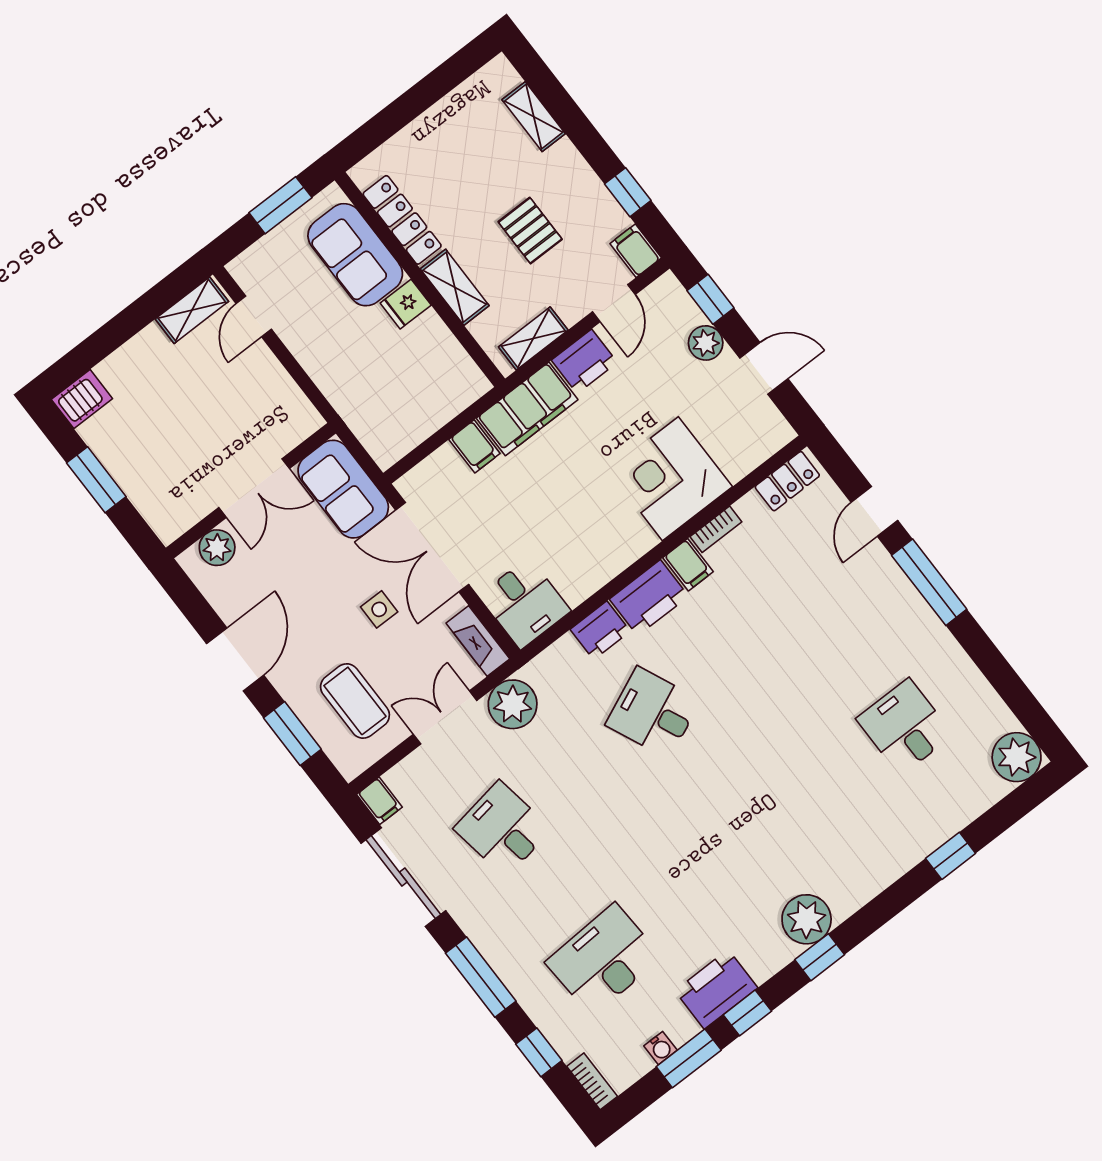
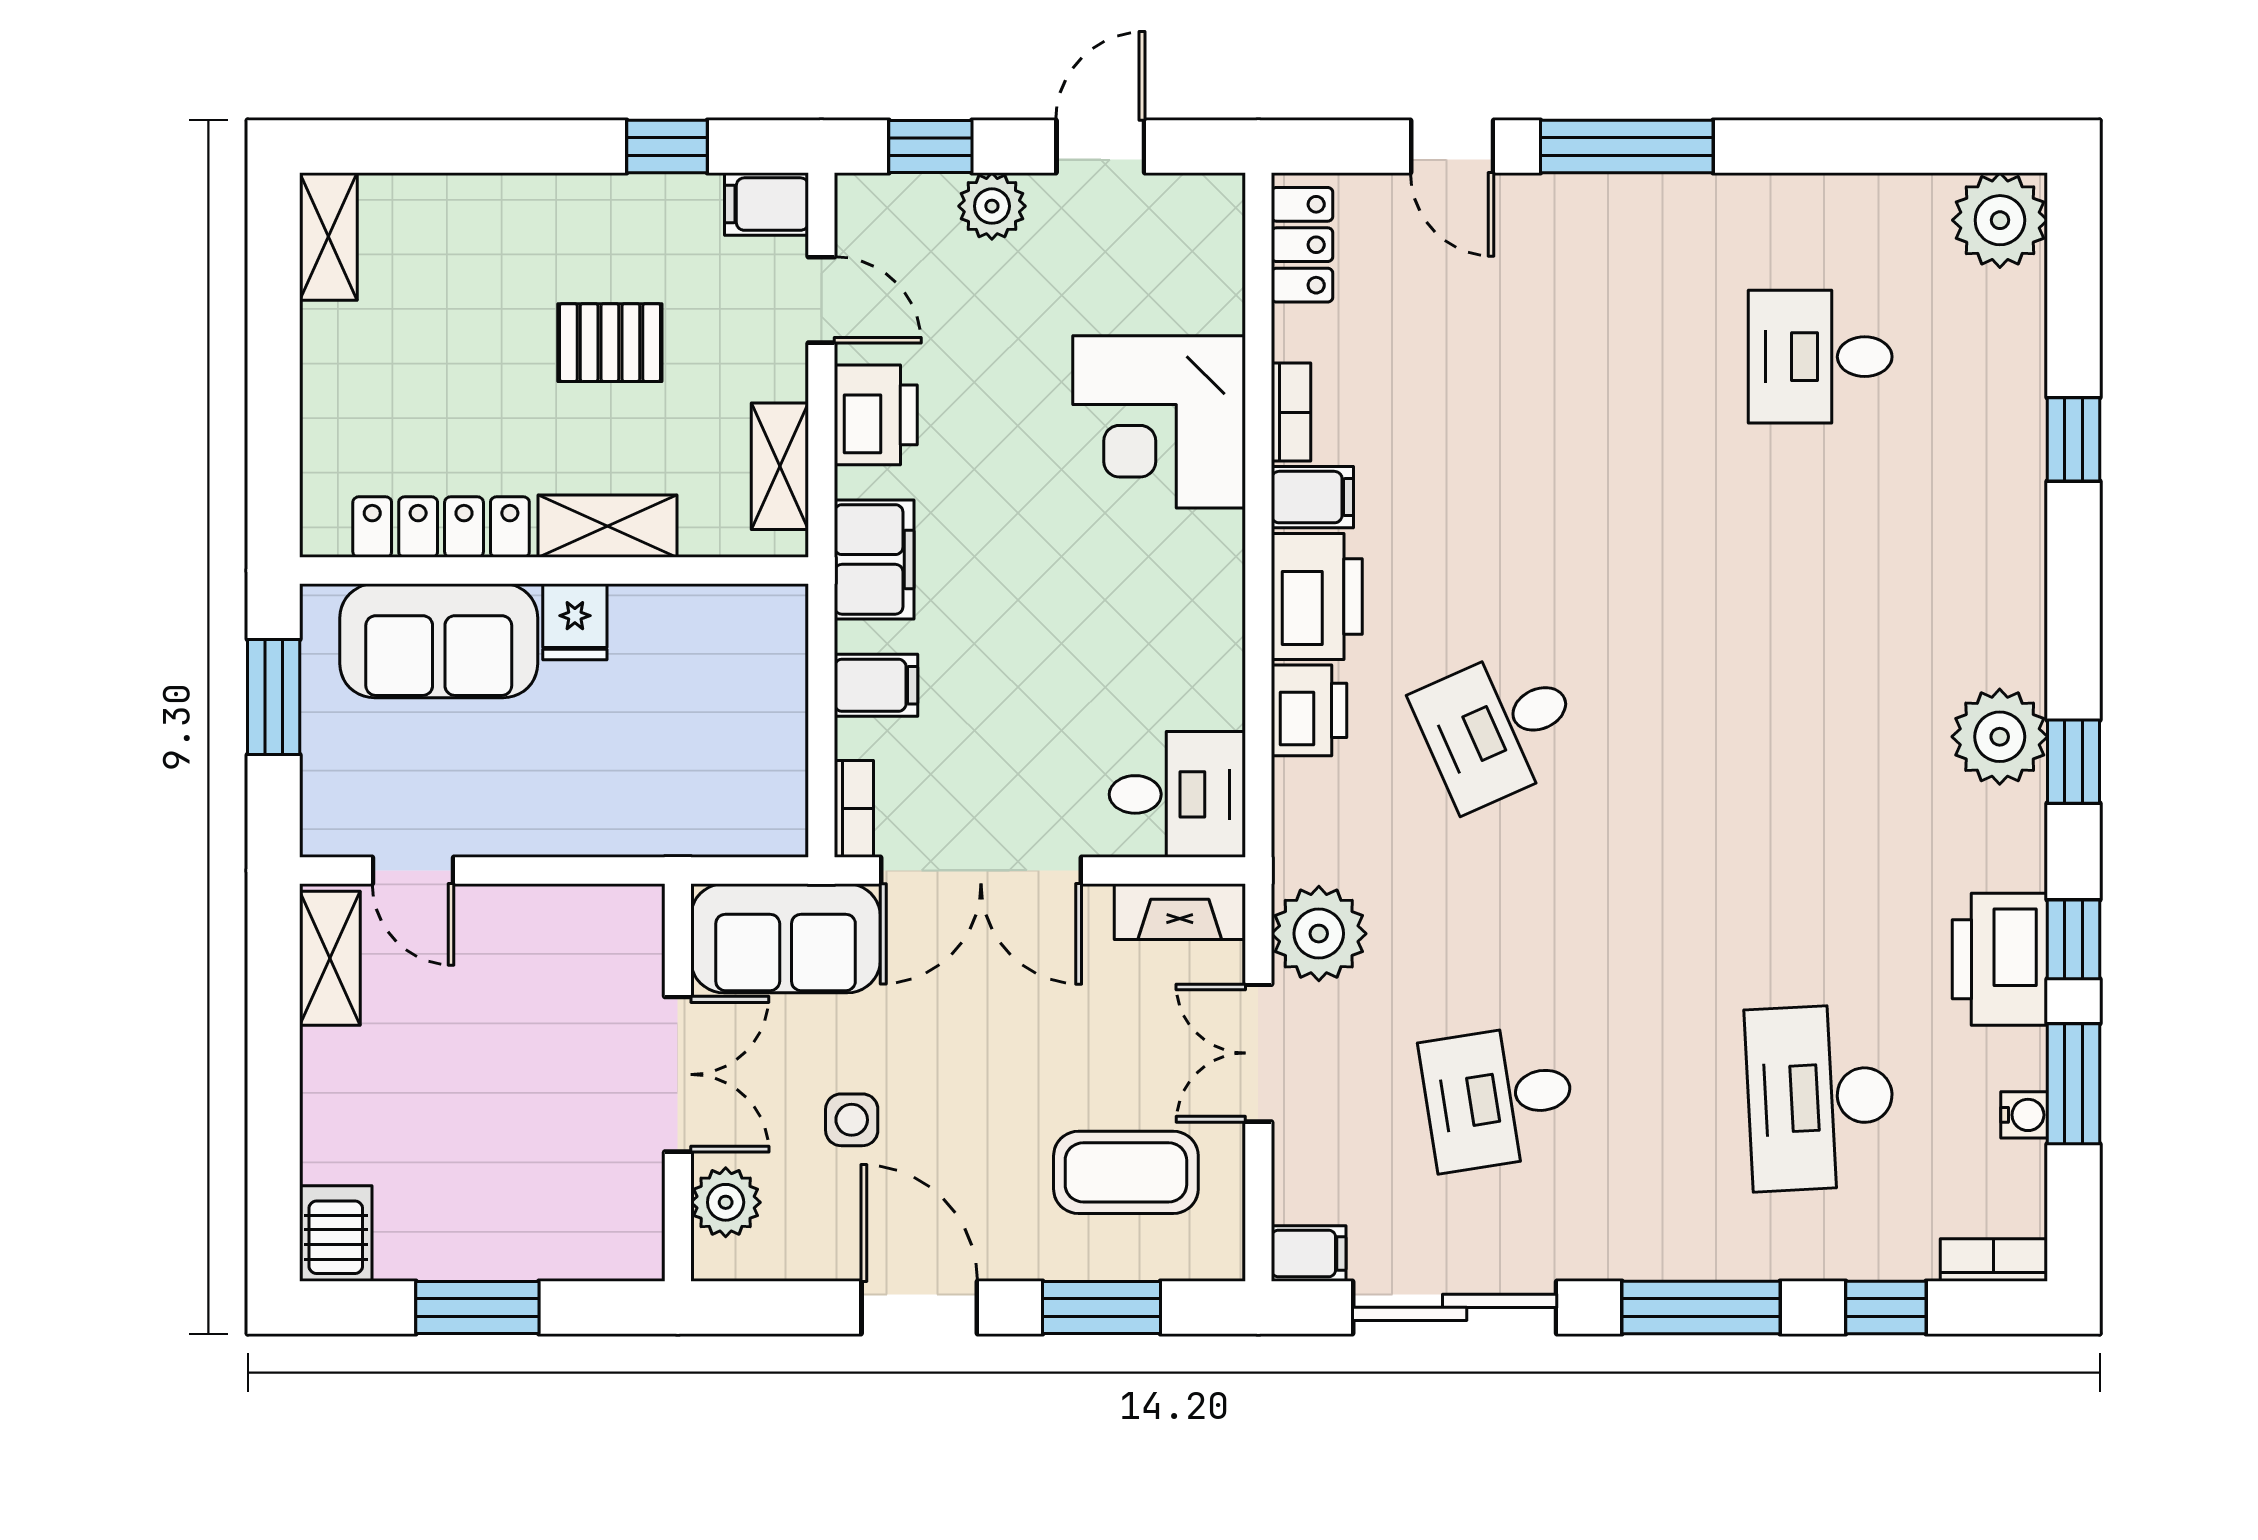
shelving: (534, 117) -> (328, 237), moved, turned 90
filing cabinet: (527, 409) -> (874, 559), width x0.67, depth x0.86
bookcase: (417, 476) -> (854, 809), added
side table: (379, 609) -> (852, 1120), moved

